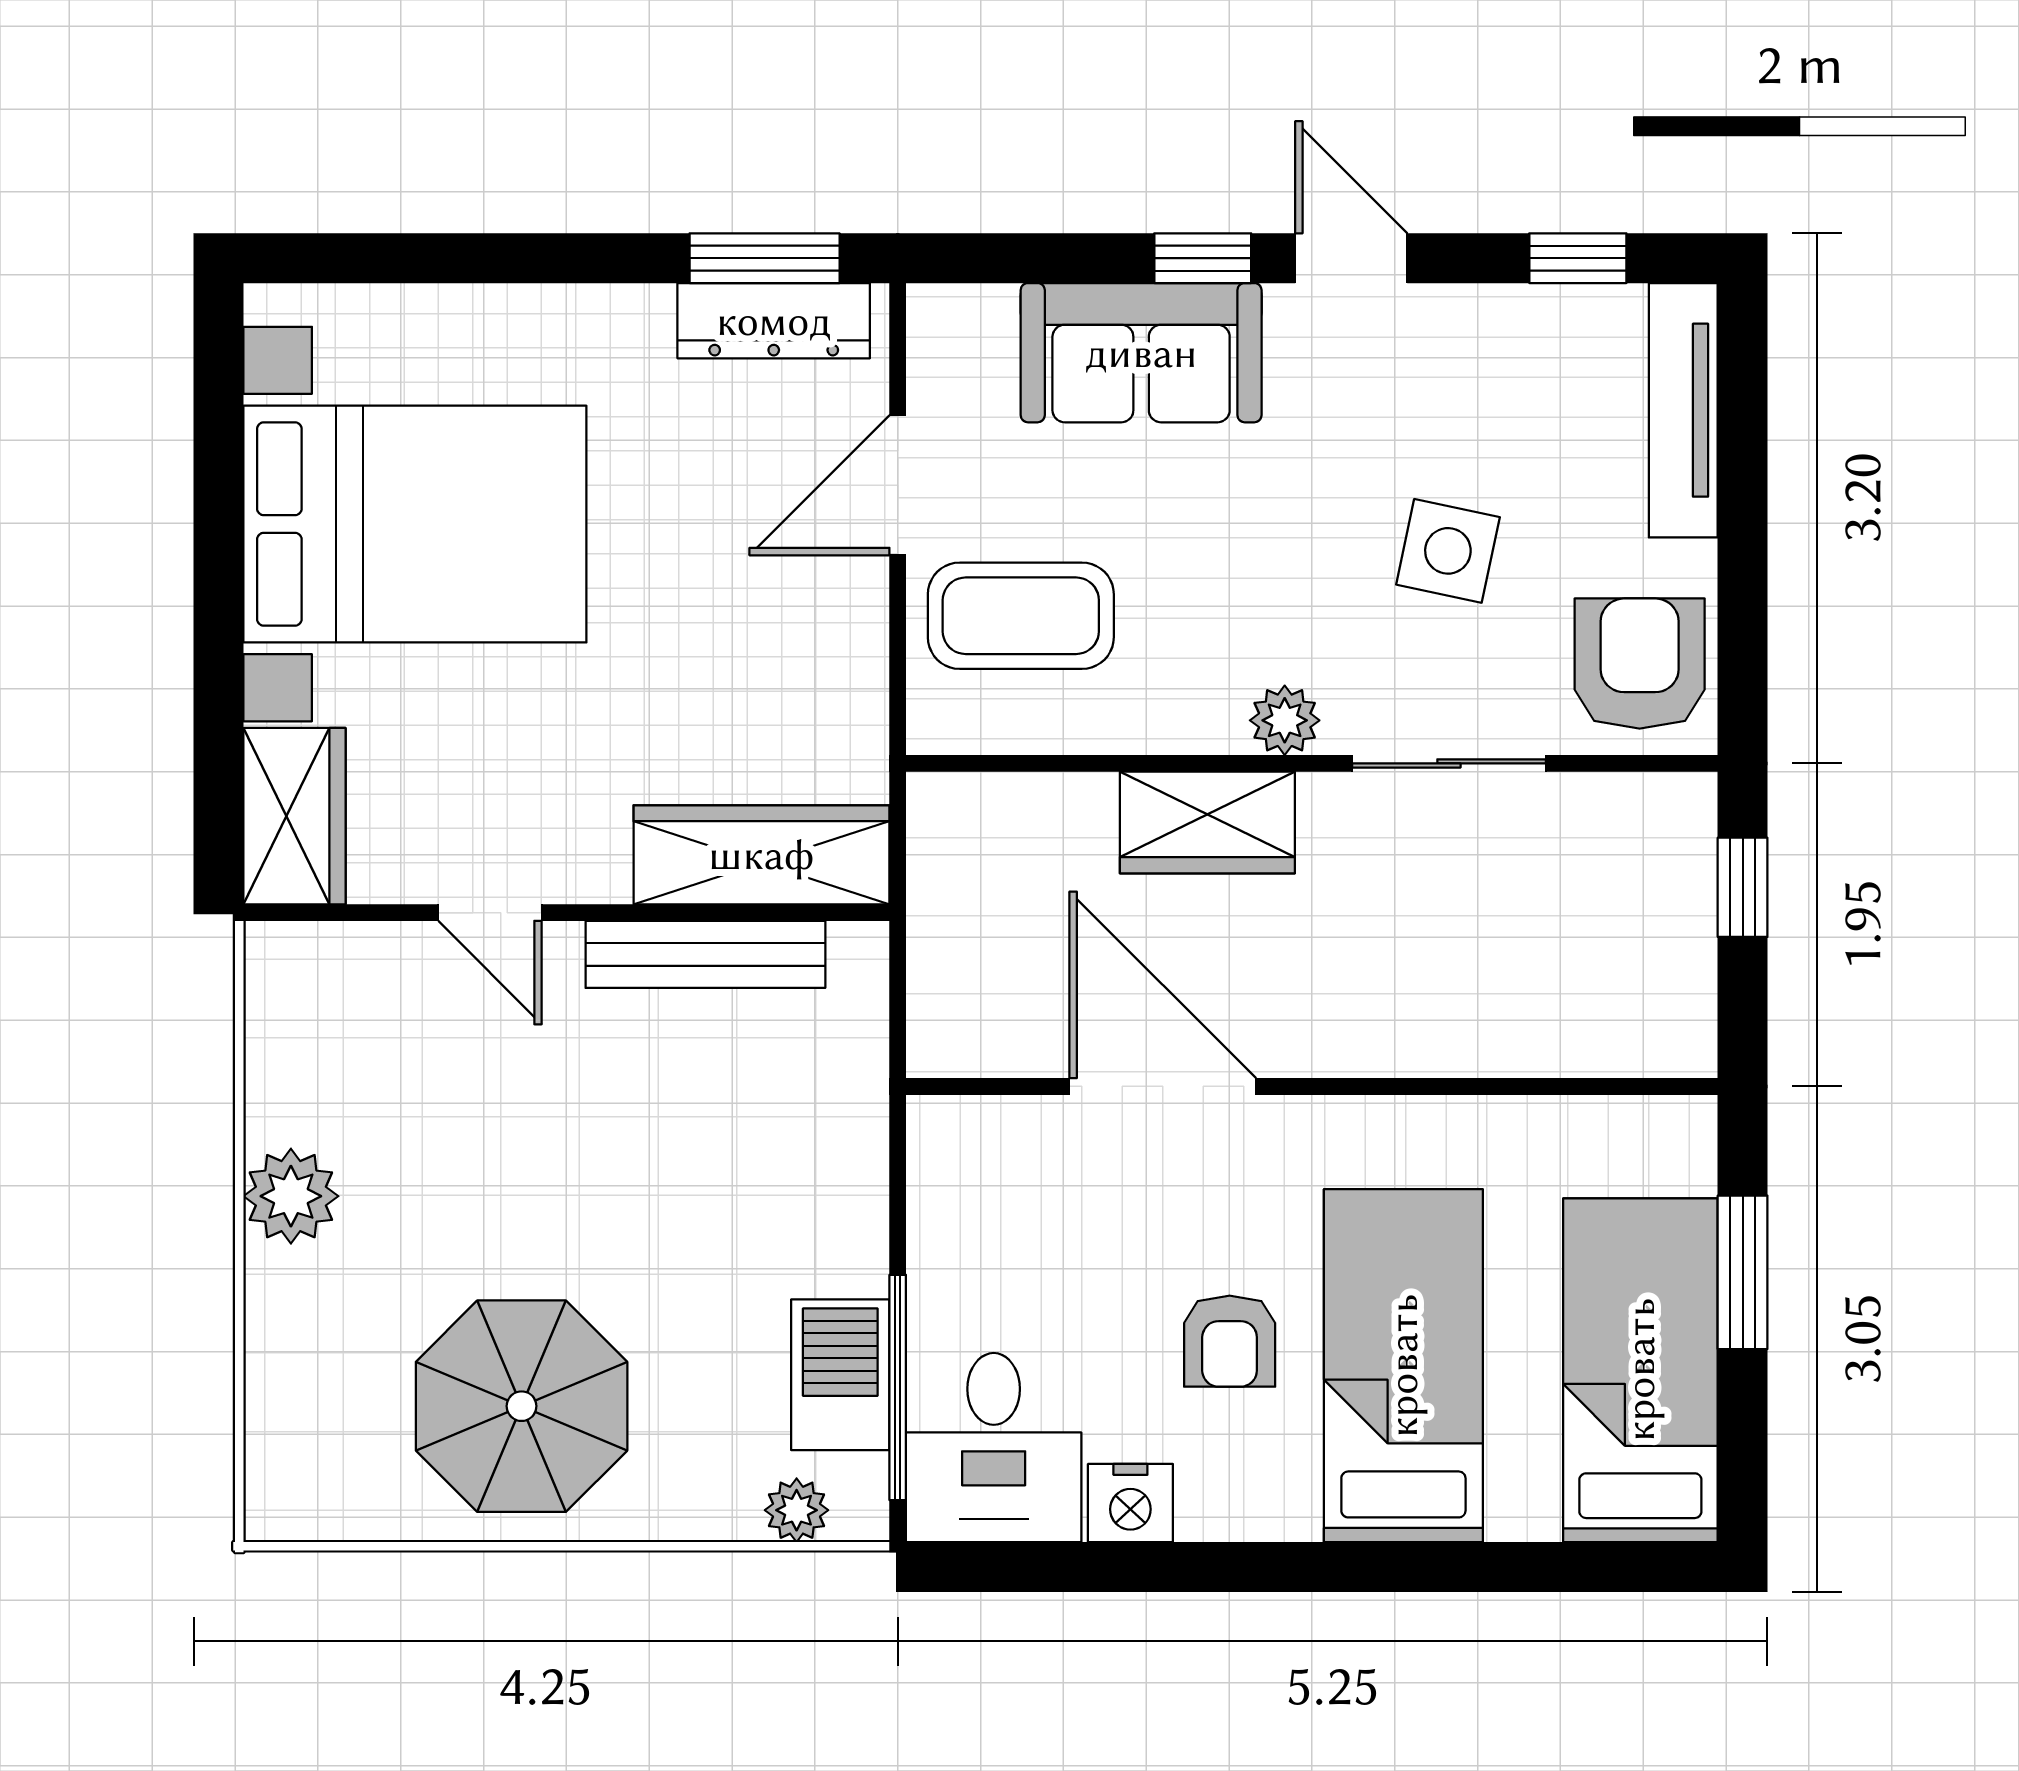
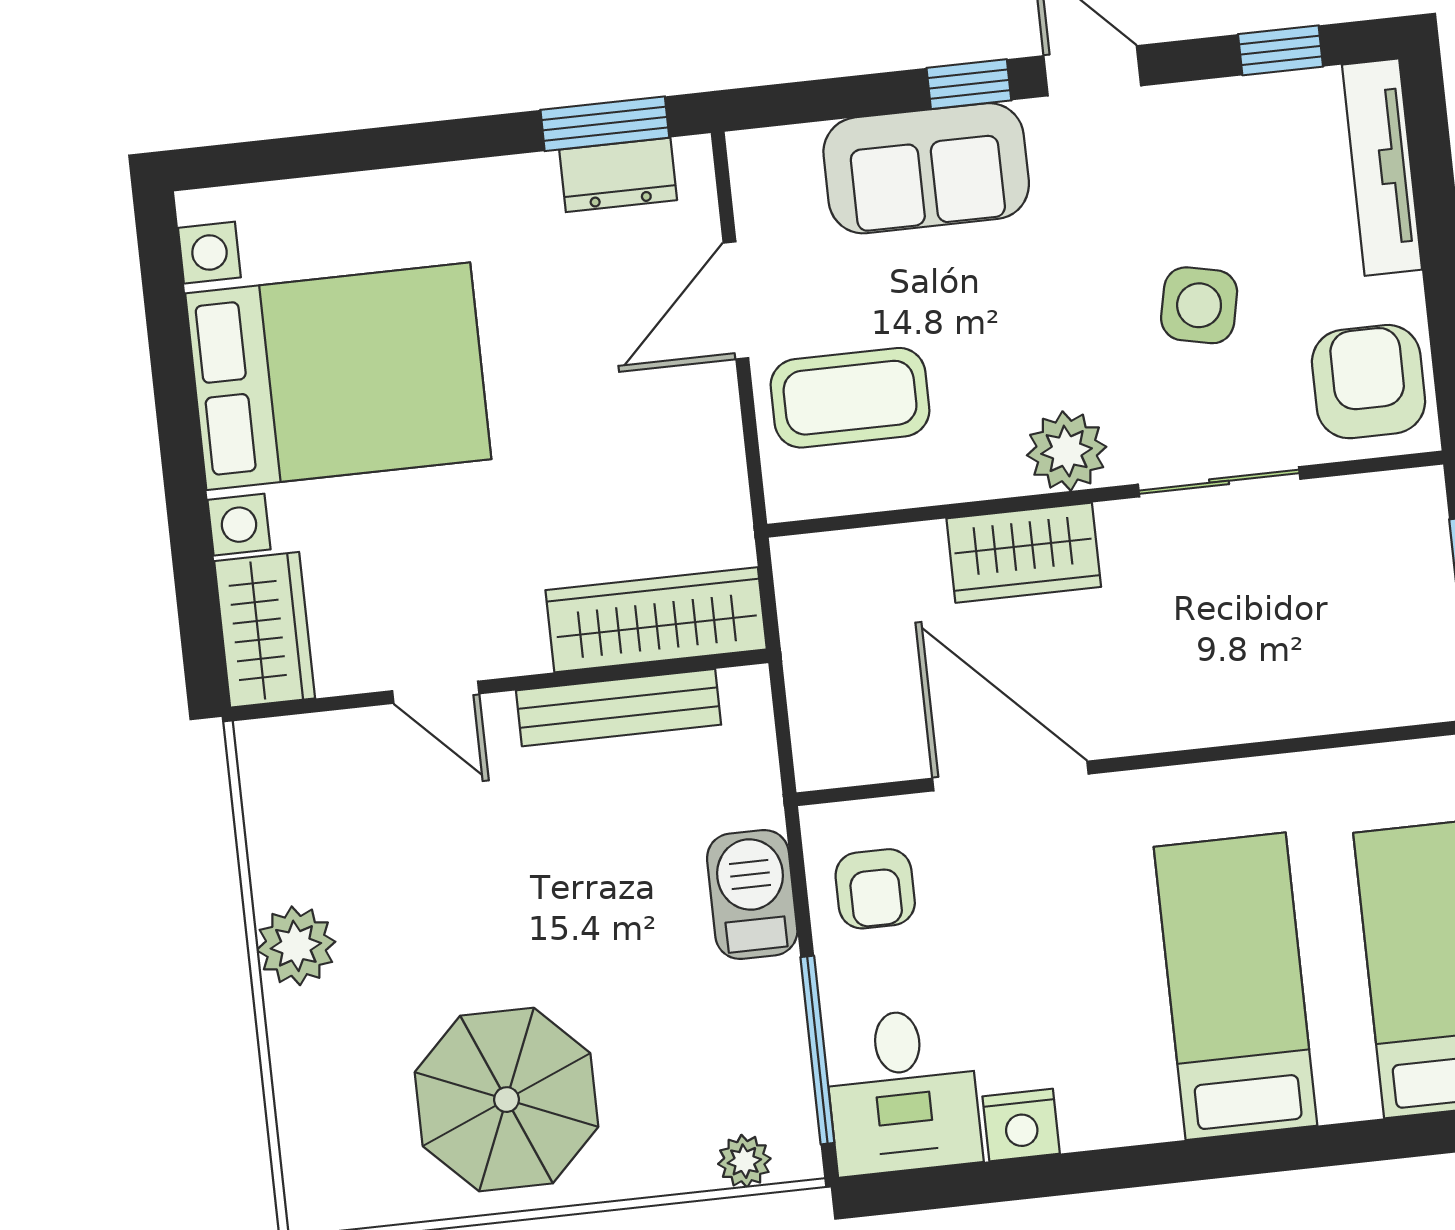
dresser: (774, 321) -> (618, 175), width x0.70
plant: (1285, 720) -> (1067, 451), width x1.38, depth x1.38
armchair: (1230, 1341) -> (875, 889), moved
barbecue: (840, 1375) -> (752, 894), moved

